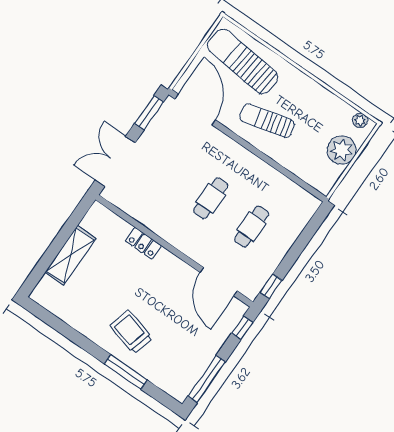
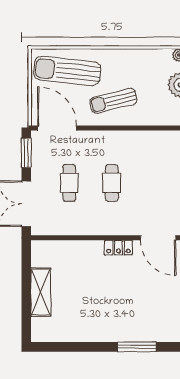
cafe table: (252, 227) -> (69, 183), moved
locker: (143, 243) -> (118, 248), moved
trolley: (131, 332) -> (121, 316), removed

